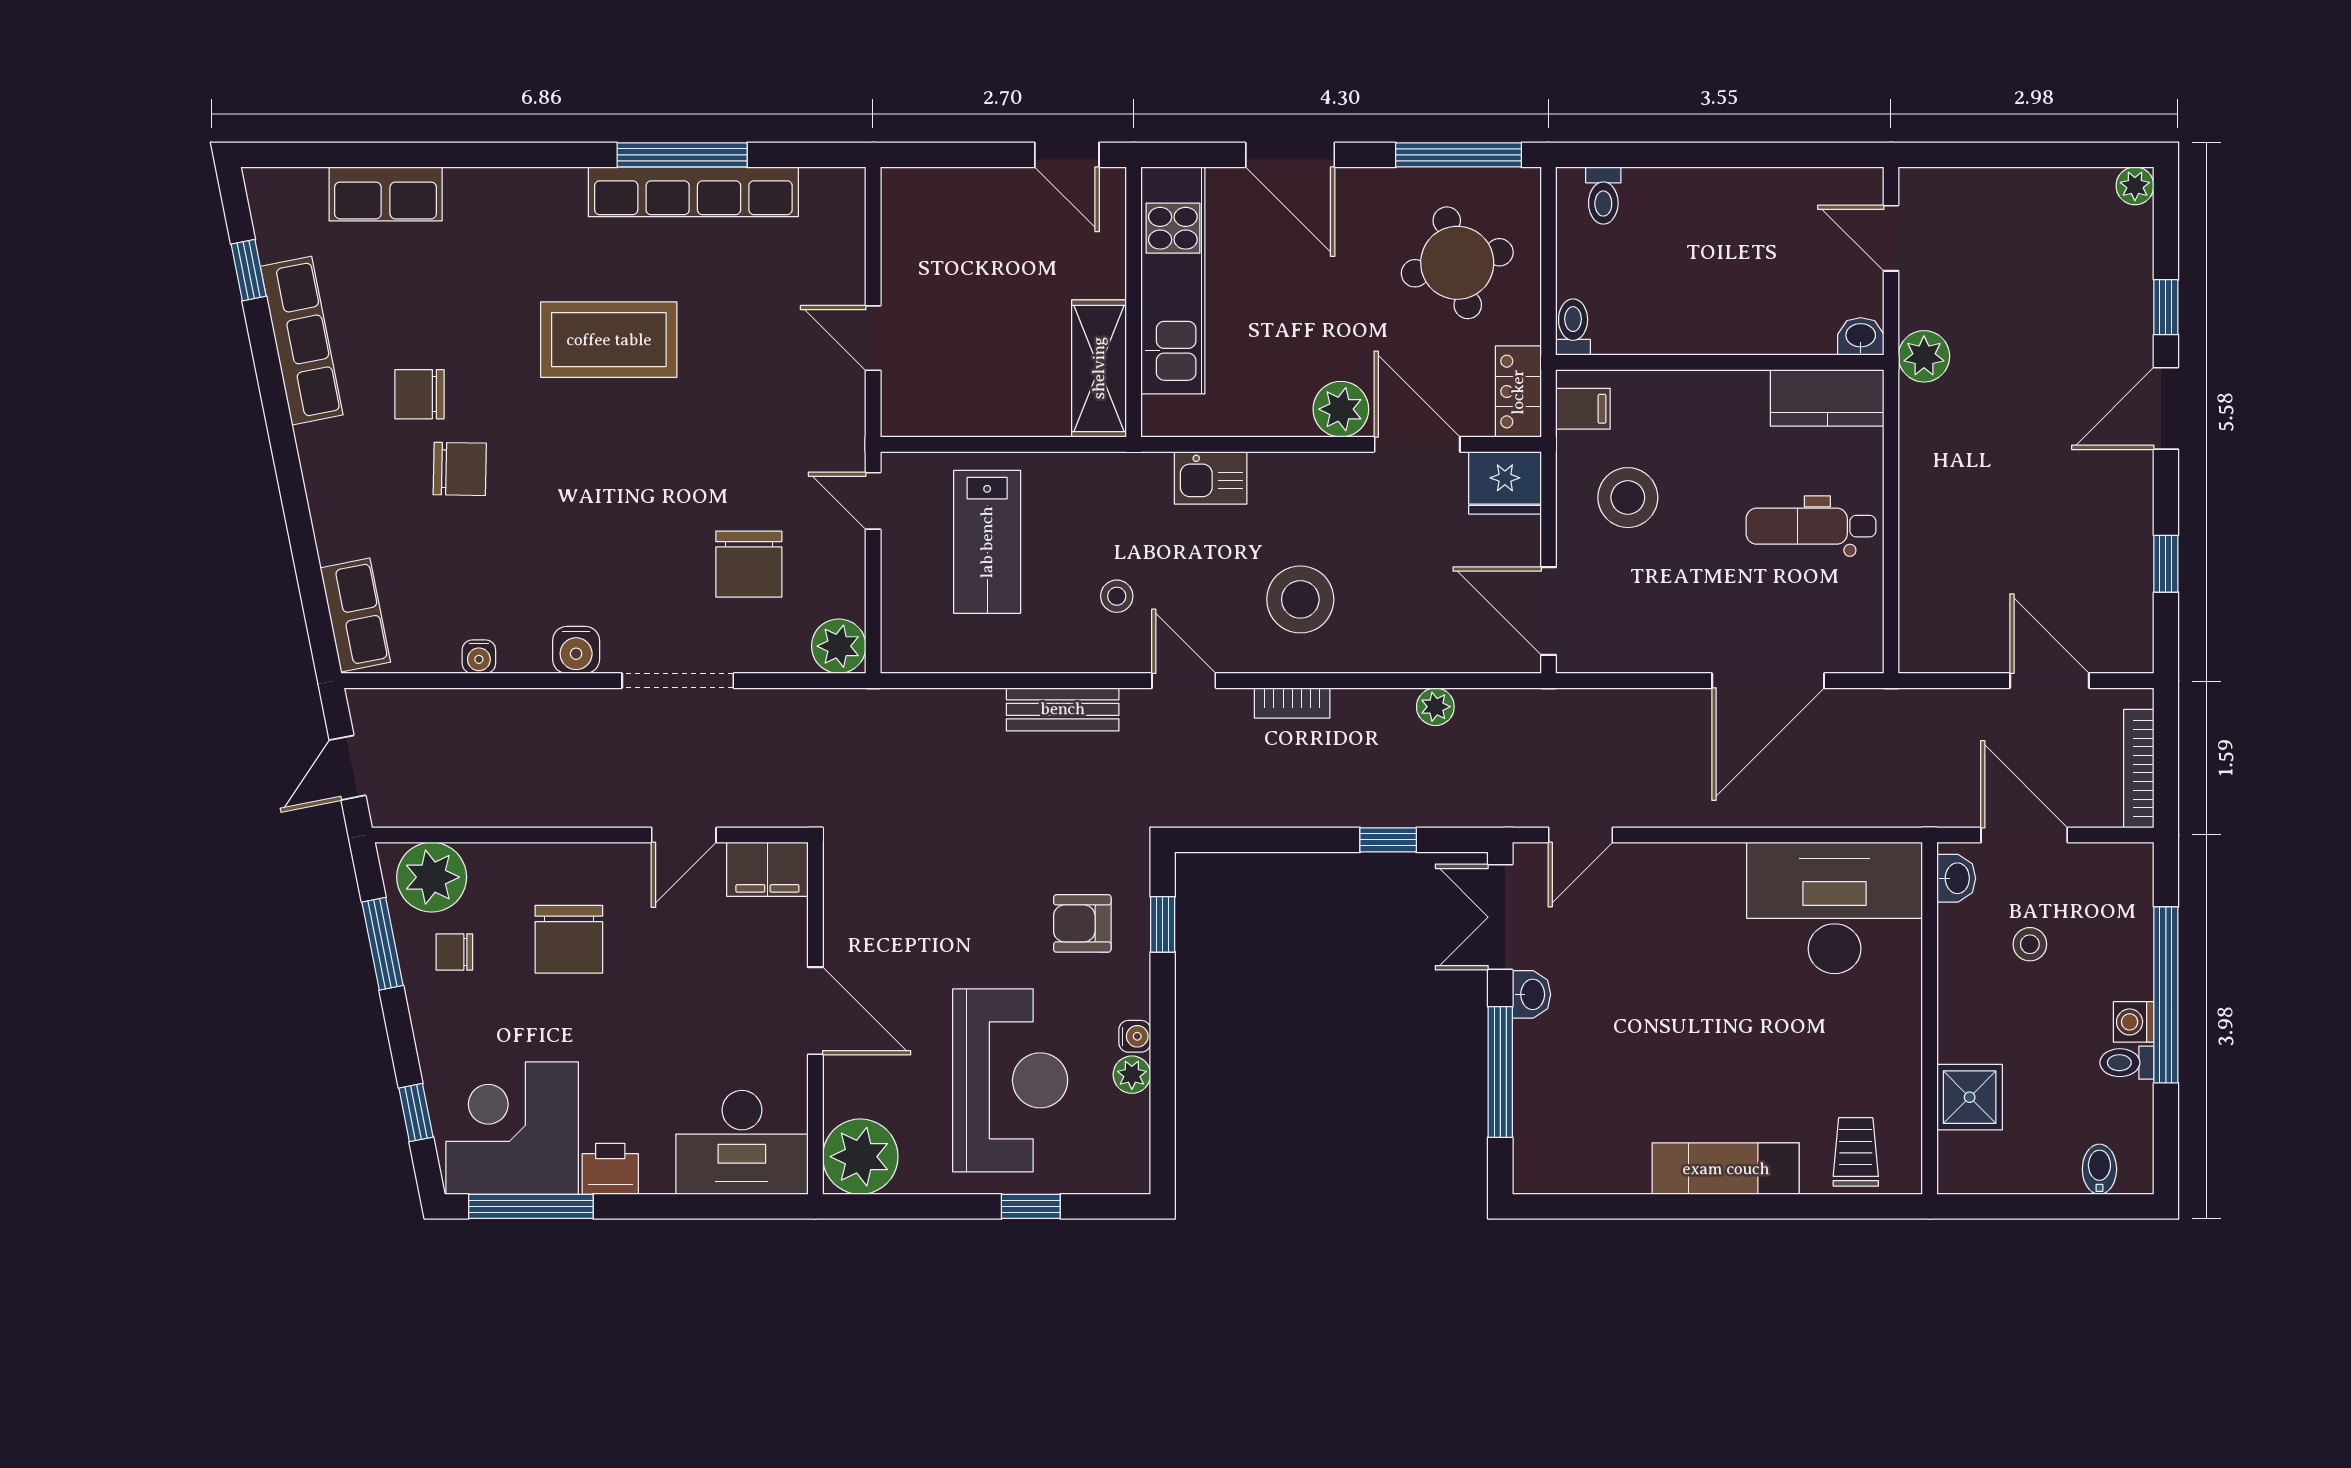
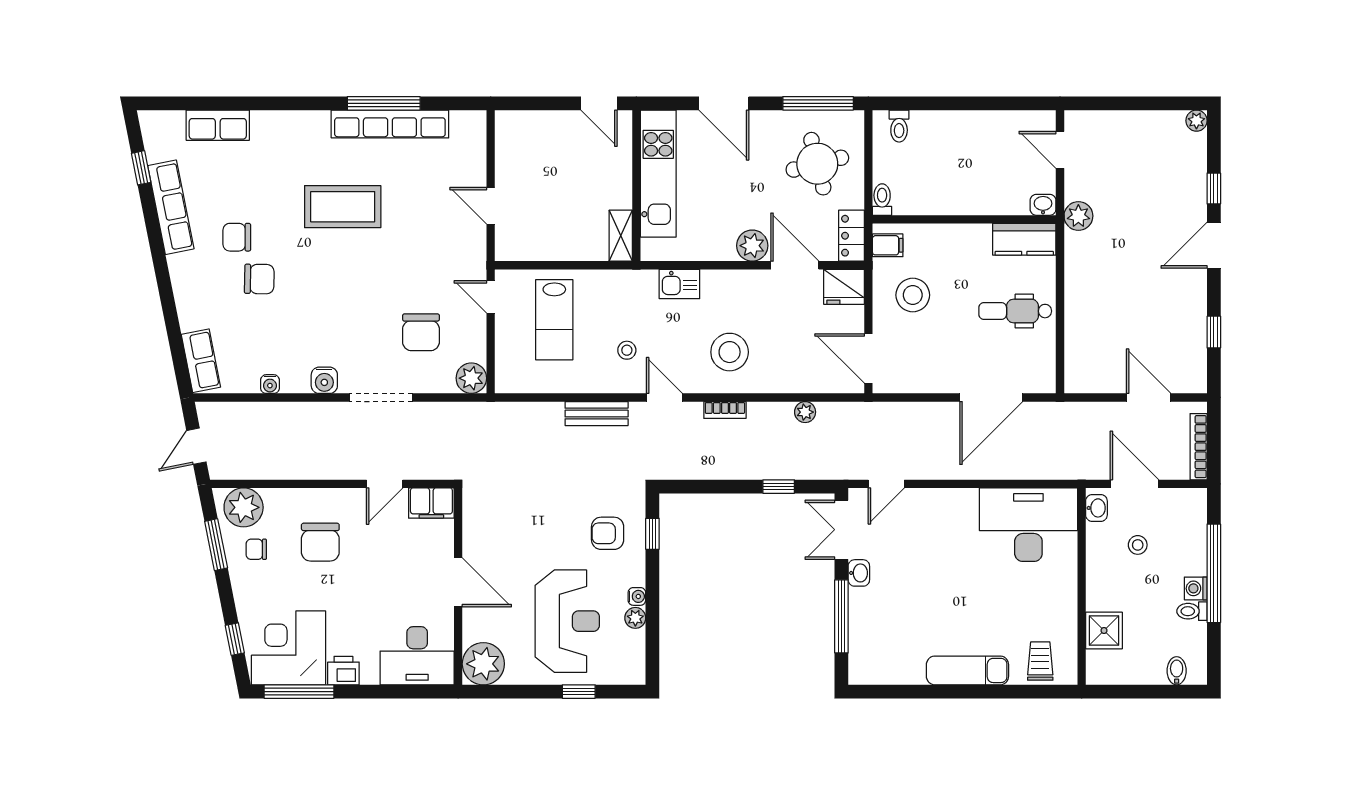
shelving: (1099, 368) -> (621, 236), width x0.67, depth x0.75

